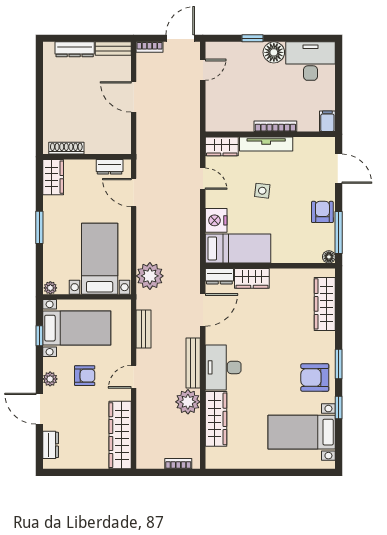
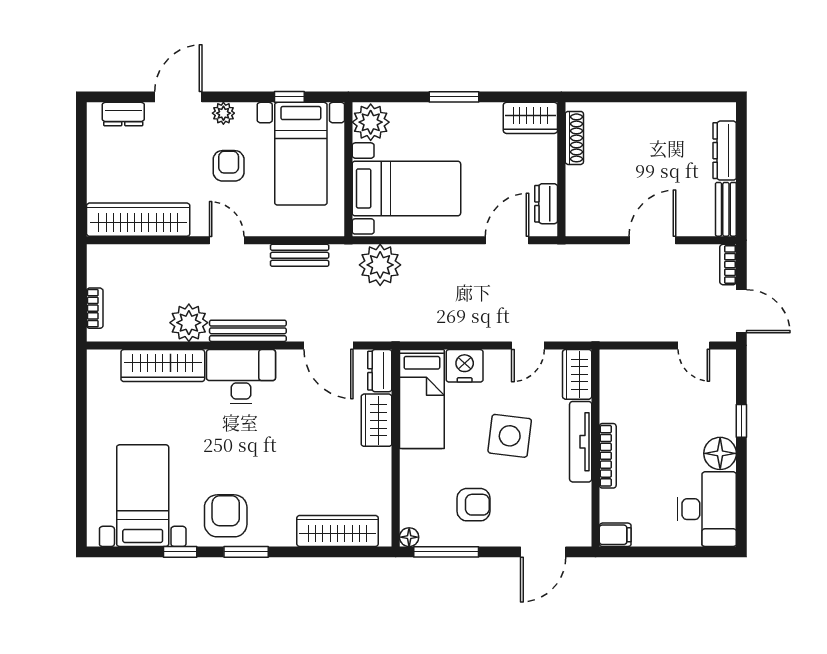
side table: (262, 191) -> (510, 436), width x1.87, depth x1.87
armchair: (322, 212) -> (473, 505), moved
plant: (50, 288) -> (371, 122), width x1.87, depth x1.87
armchair: (85, 376) -> (229, 166), turned 180

